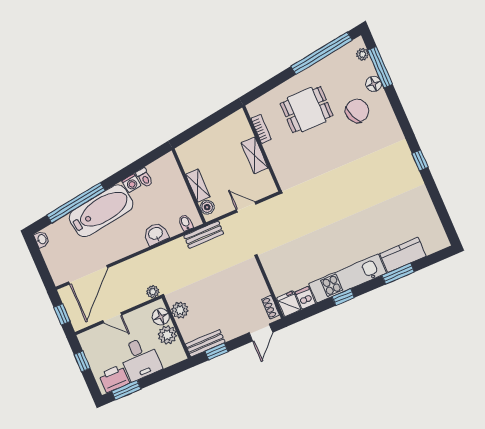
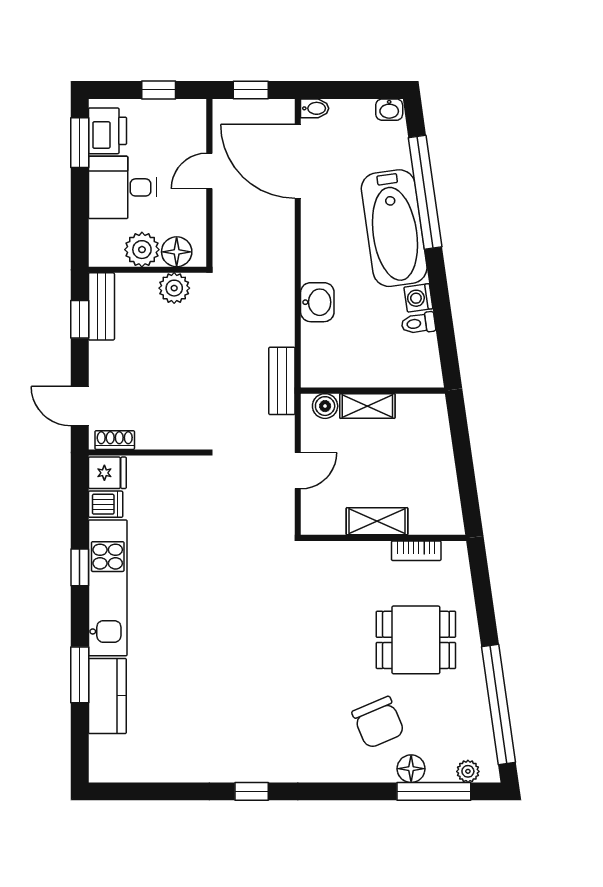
dining table: (307, 110) -> (416, 640), turned 90
bidet: (186, 223) -> (315, 108), moved
plant: (153, 292) -> (224, 256), removed

